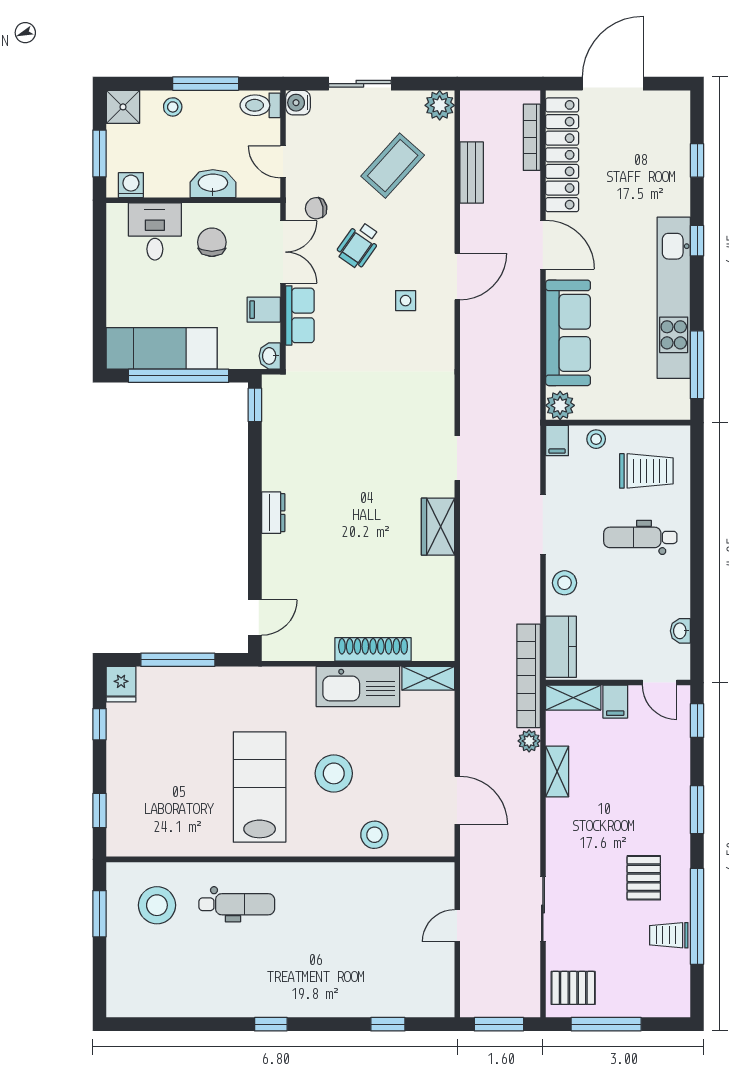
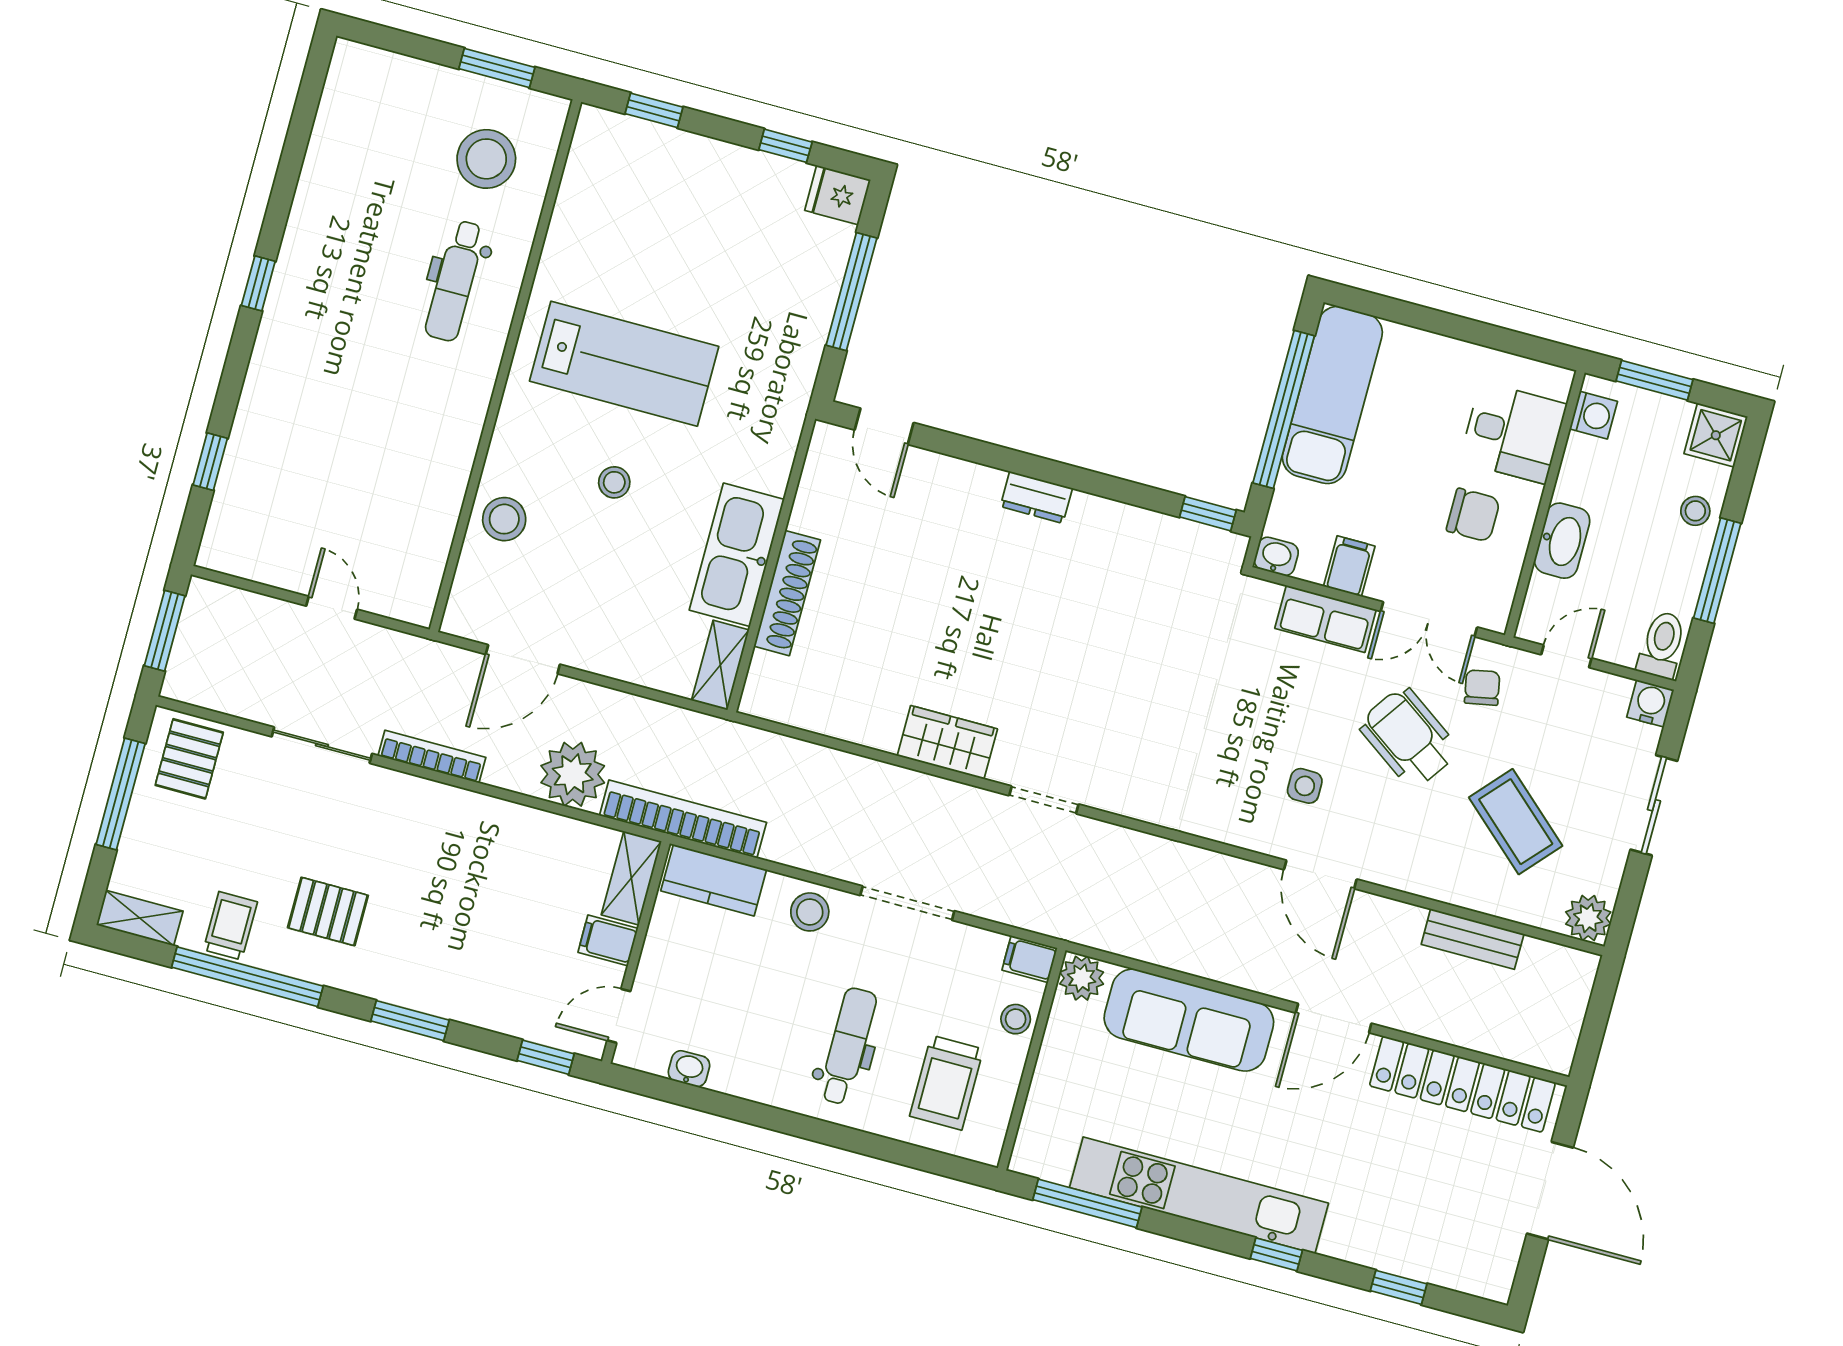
bookcase: (532, 137) -> (432, 757), moved
wheelchair: (359, 245) -> (1409, 738), width x1.36, depth x1.37
plant: (529, 741) -> (573, 774), width x1.87, depth x1.87
shelving: (557, 771) -> (140, 918), moved
stool: (334, 773) -> (614, 482), width x0.53, depth x0.53

